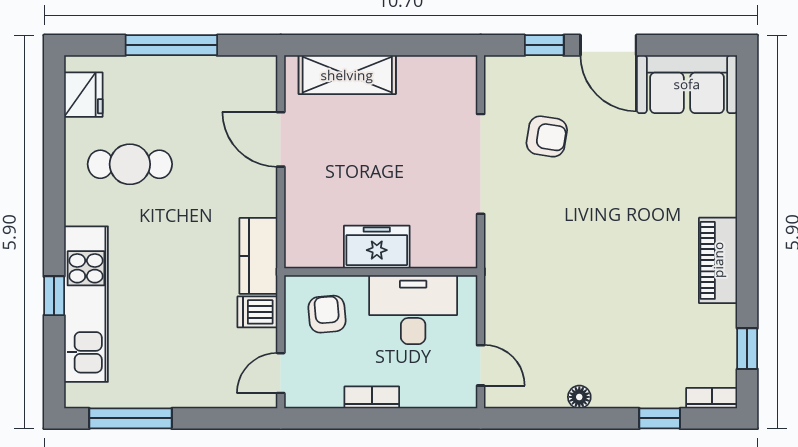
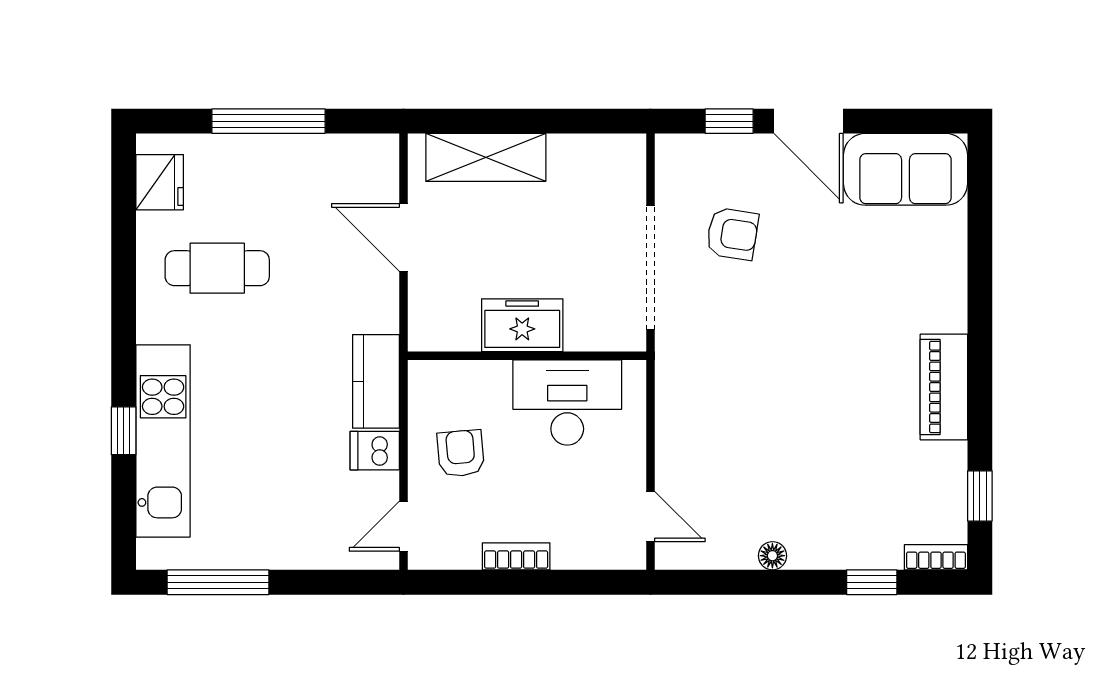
freezer: (377, 247) -> (522, 325), moved
wall: (381, 272) -> (527, 356), moved
desk: (413, 310) -> (567, 403), moved

